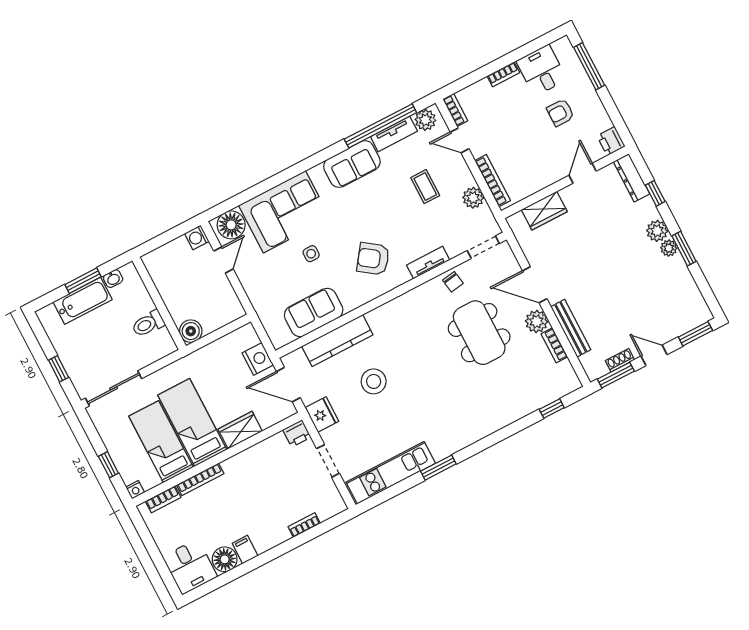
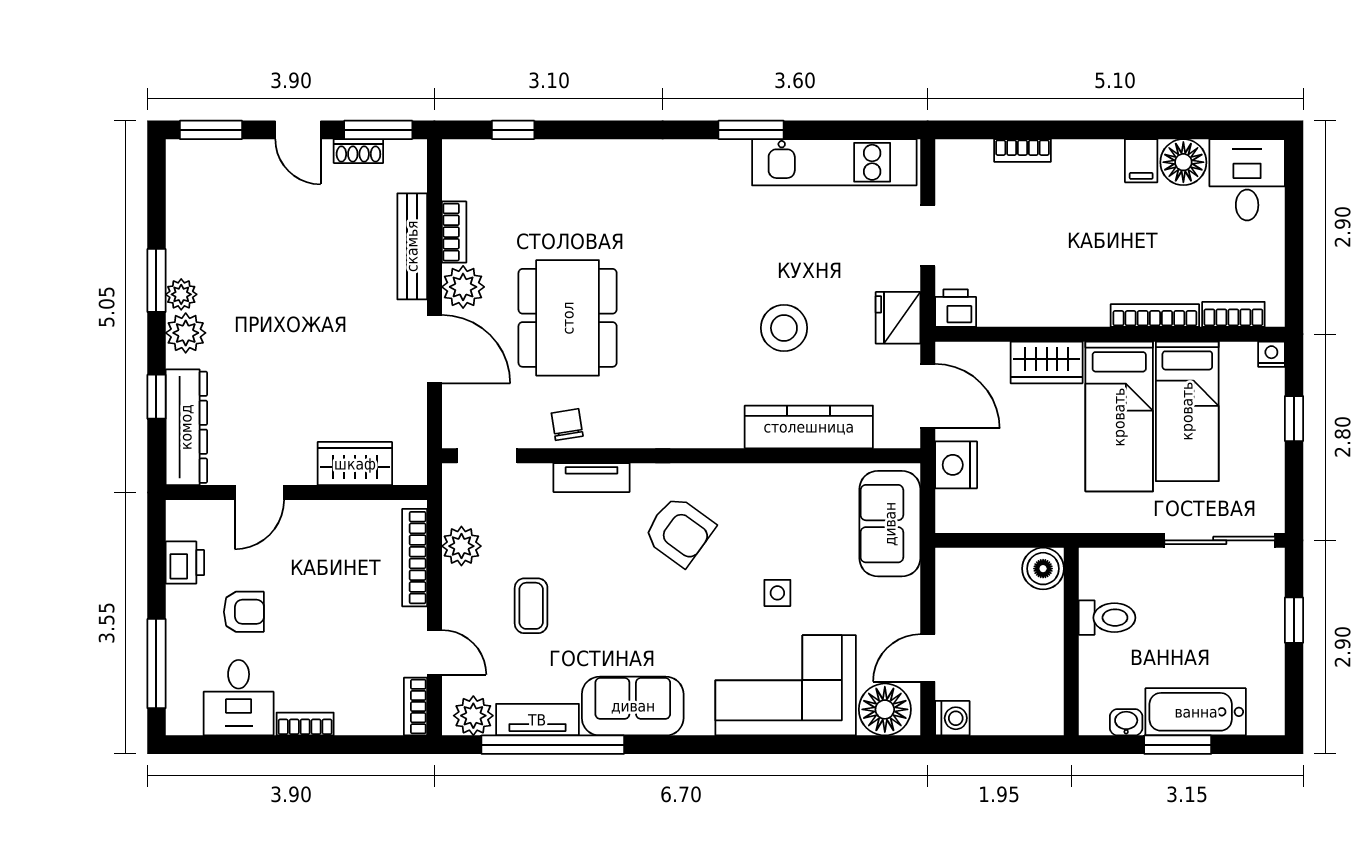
printer: (611, 141) -> (185, 563), moved
dresser: (632, 178) -> (186, 427), width x1.37, depth x1.24
sofa: (314, 313) -> (890, 524), moved, turned 90

